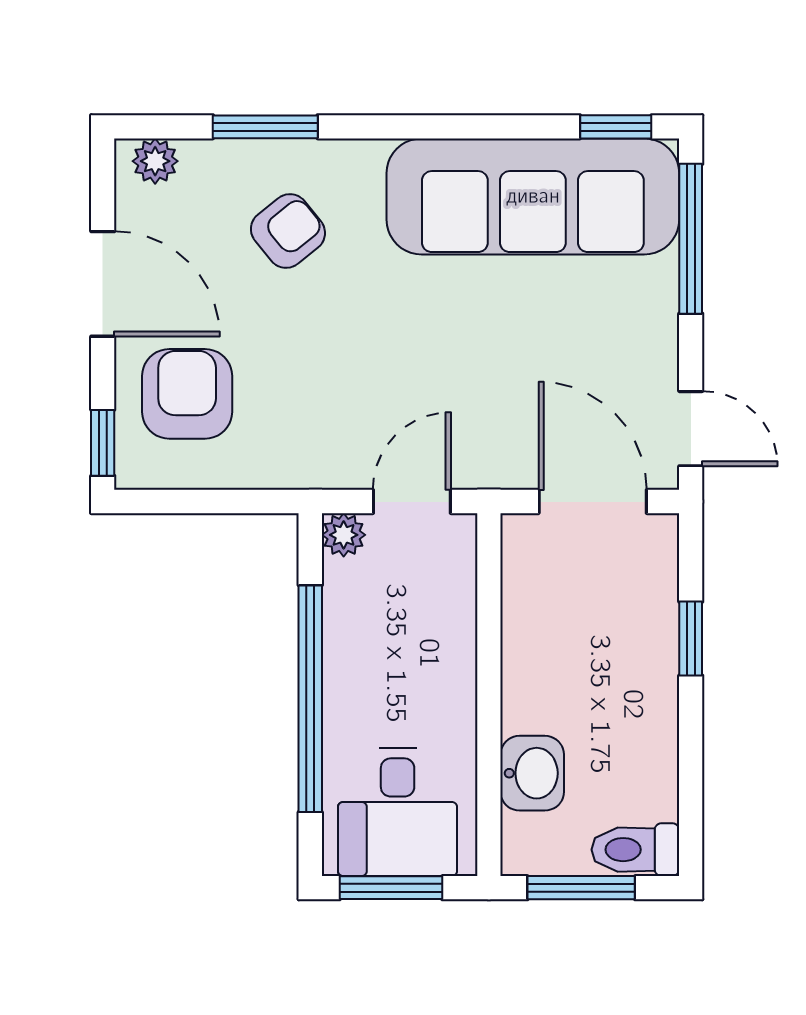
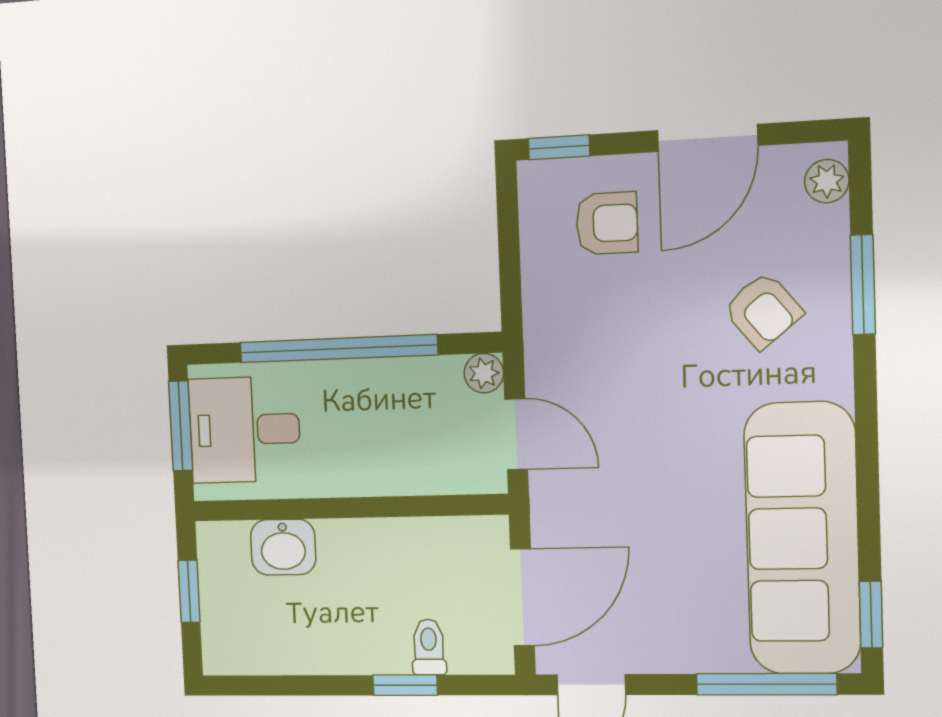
armchair: (187, 394) -> (607, 223), width x0.72, depth x0.72
toilet: (635, 850) -> (429, 647), moved, width x0.73, depth x0.72
window: (581, 888) -> (189, 591), width x0.67

